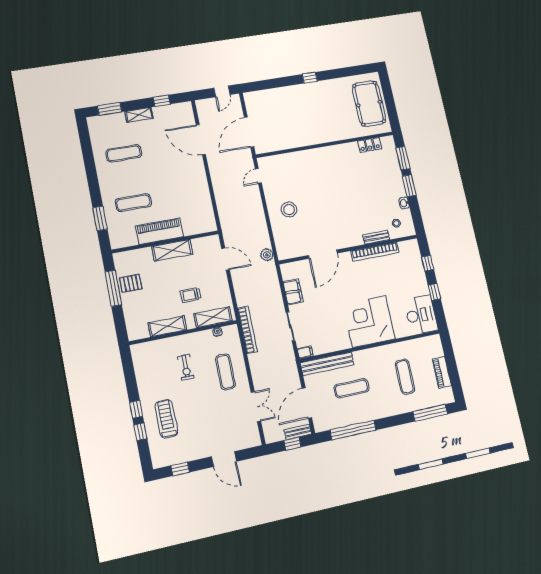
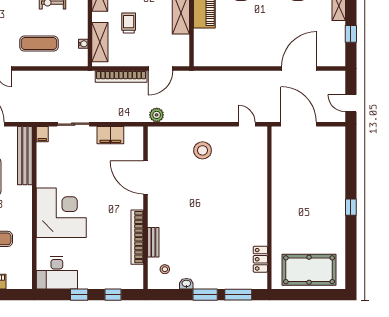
bookcase: (247, 330) -> (121, 76), moved

